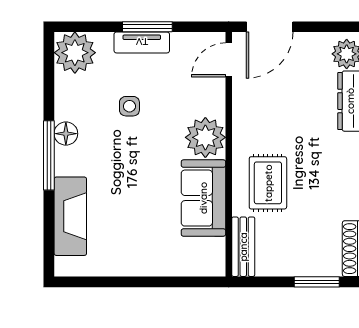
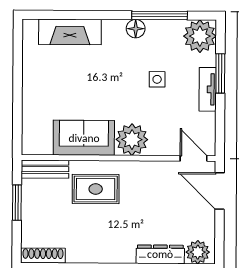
window: (147, 27) -> (220, 73), moved
window: (49, 155) -> (160, 15), moved
window: (317, 282) -> (17, 203), moved

